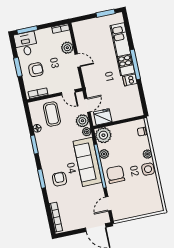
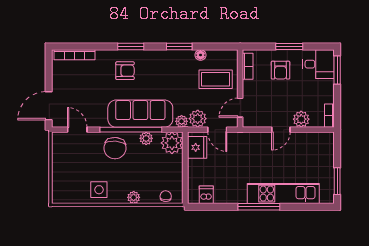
dishwasher: (130, 80) -> (206, 195), moved
side table: (148, 169) -> (99, 190), moved
chair: (116, 175) -> (115, 148), turned 95

